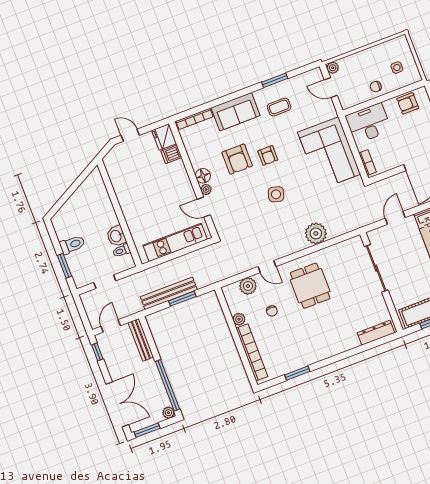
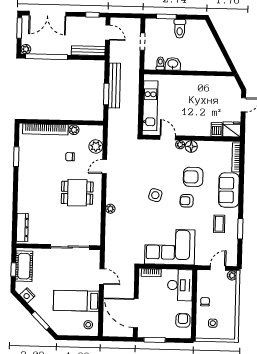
door: (204, 207) -> (168, 138), hinge flipped
plant: (316, 233) -> (110, 209), width x0.53, depth x0.53

